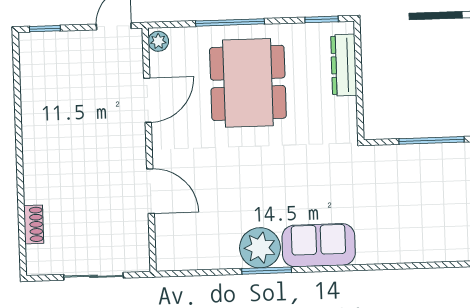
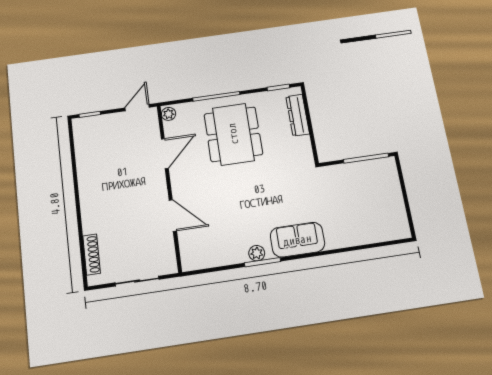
shoe rack: (34, 224) -> (91, 255), width x1.43
plant: (260, 248) -> (257, 253), width x0.53, depth x0.53

